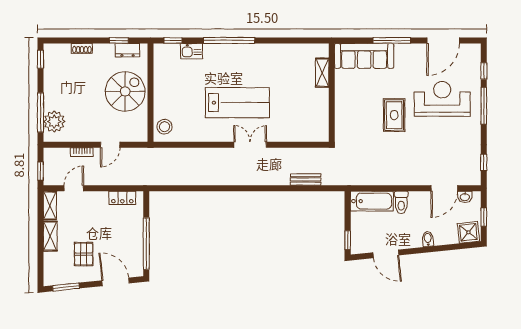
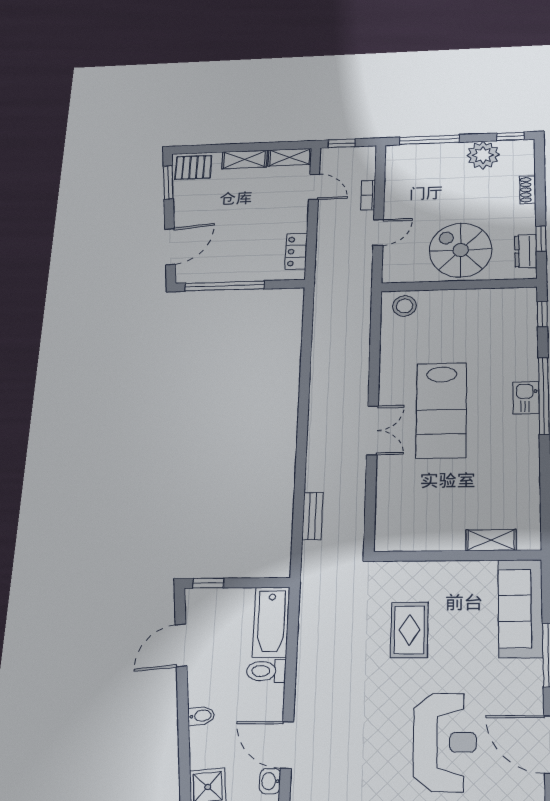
kitchen sink: (192, 51) -> (526, 398), moved
spiral stairs: (125, 91) -> (461, 250), turned 180
rug: (394, 115) -> (409, 630), moved, turned 90
plant: (54, 122) -> (483, 155), moved
door: (110, 145) -> (378, 232), swing flipped
pallet: (84, 254) -> (193, 167), moved

